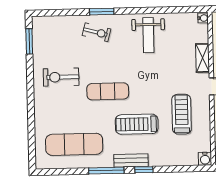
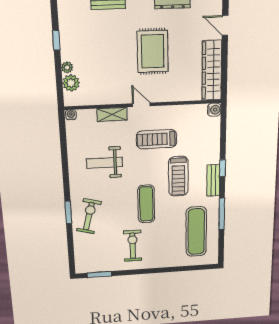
exercise bike: (97, 32) -> (89, 216), width x1.38, depth x1.39
weight bench: (148, 35) -> (104, 163), moved, turned 180
exercise bike: (61, 77) -> (133, 246), turned 180
treadmill: (182, 114) -> (157, 139), moved
window: (106, 171) -> (222, 214), moved

